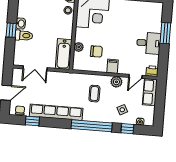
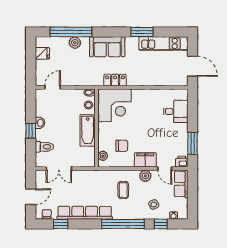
window: (165, 33) -> (192, 143), moved
toilet: (24, 35) -> (44, 147), moved
desk: (149, 43) -> (176, 111), moved
plant: (79, 47) -> (103, 156), moved
bathtub: (64, 54) -> (88, 130), moved
filing cabinet: (112, 66) -> (145, 160), width x2.00
door: (135, 76) -> (165, 169), hinge flipped

